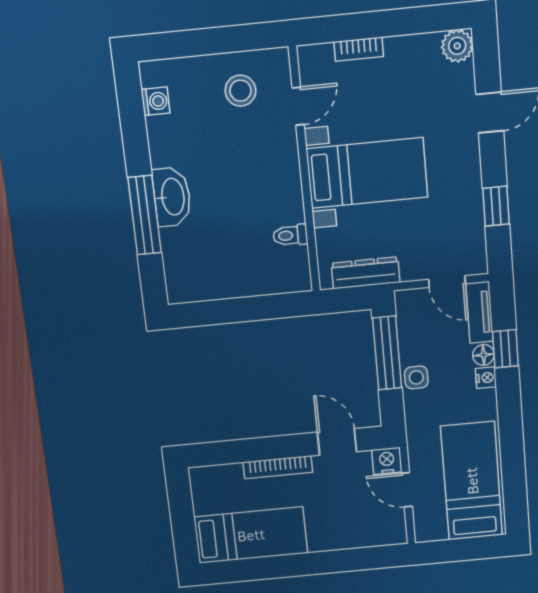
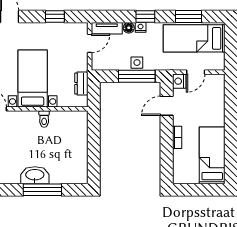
toilet: (290, 235) -> (44, 119), moved
dresser: (366, 273) -> (81, 84), width x0.70
window: (505, 349) -> (145, 16), moved
window: (387, 353) -> (137, 76), moved
window: (513, 466) -> (188, 16), added
bookcase: (278, 467) -> (177, 137), width x0.64

